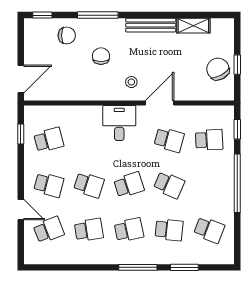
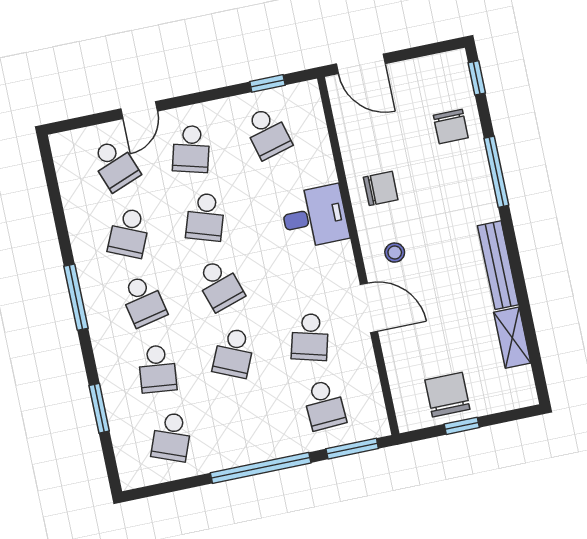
chair: (101, 56) -> (381, 188), moved
chair: (218, 69) -> (447, 395), turned -62
desk: (119, 123) -> (315, 217), moved
window: (237, 129) -> (352, 449), width x1.50
school desk: (89, 230) -> (129, 233), turned 33
window: (138, 267) -> (76, 297), moved

